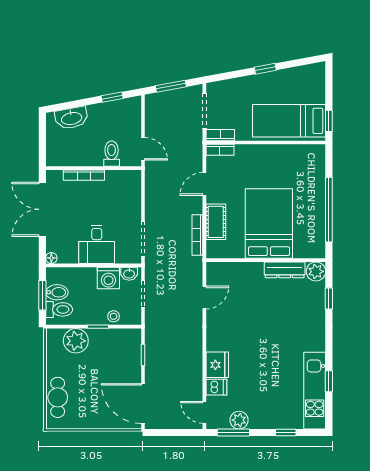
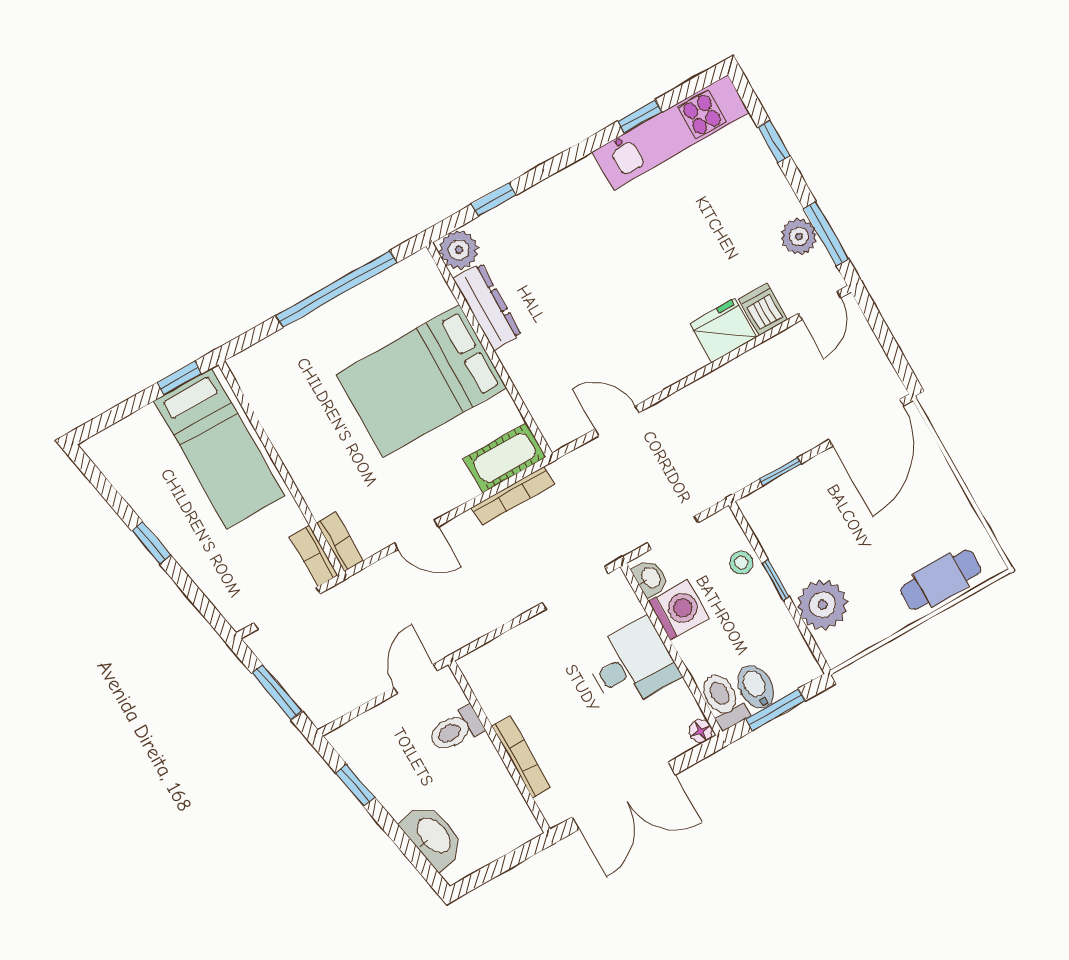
cot: (216, 222) -> (505, 458), moved
toilet: (59, 309) -> (723, 700), moved

